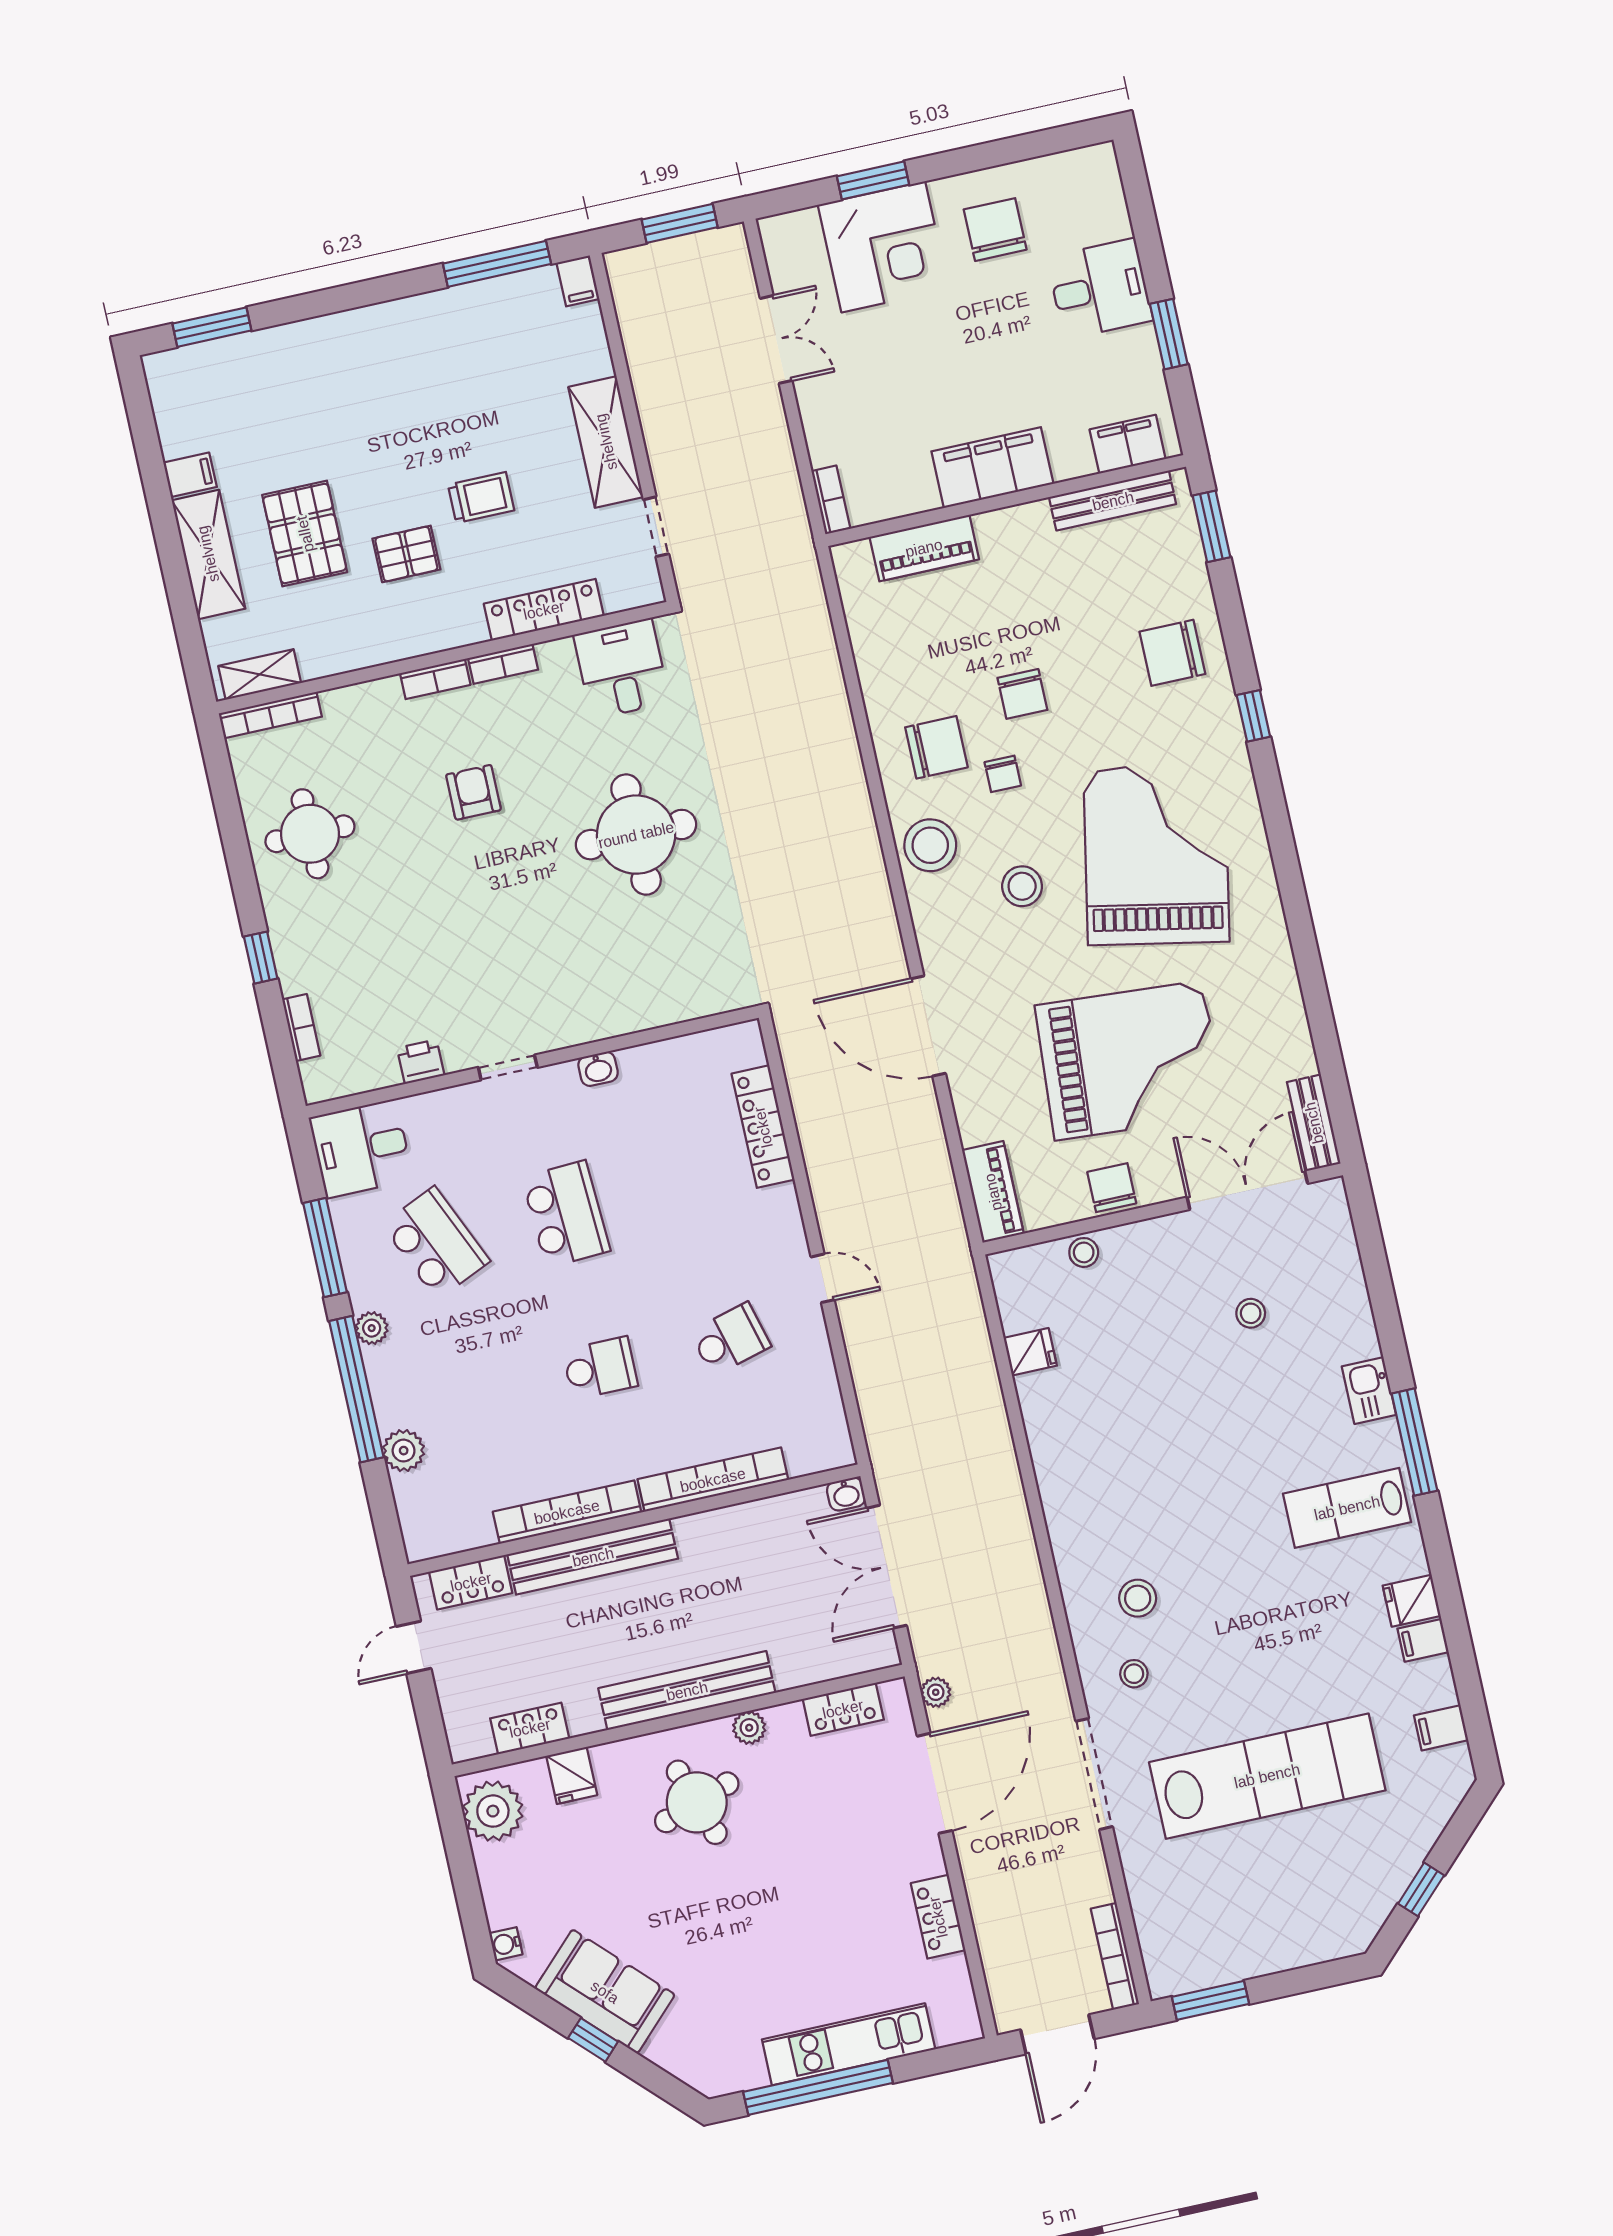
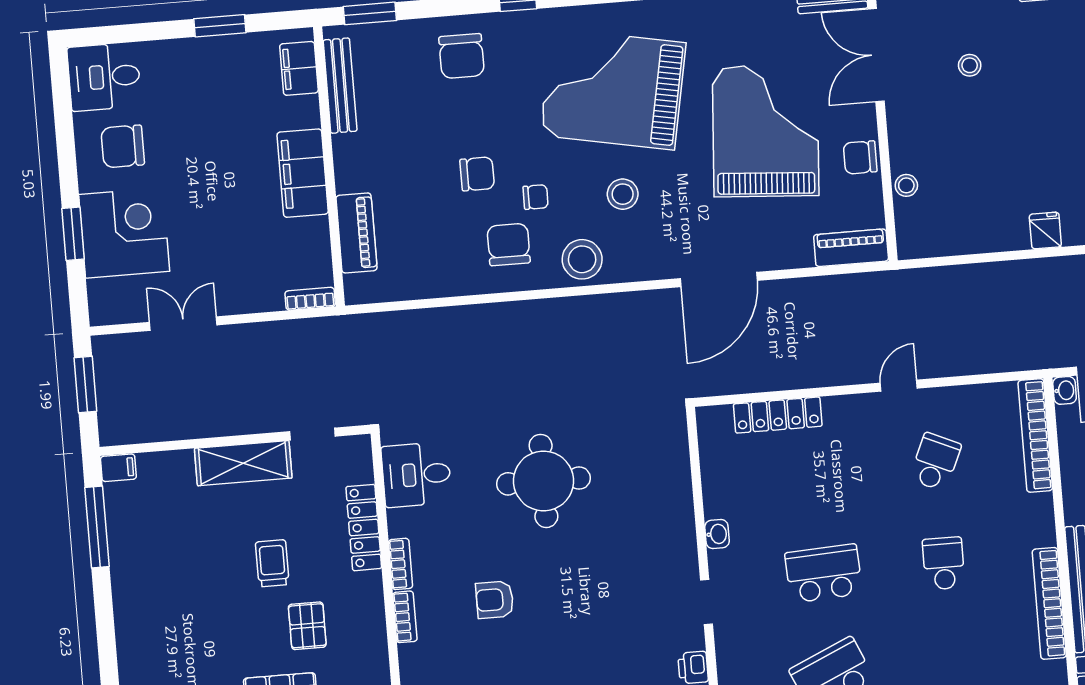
desk: (1100, 289) -> (104, 77), moved, turned -90
school desk: (730, 1339) -> (935, 462), turned 39
fridge: (1030, 1352) -> (1045, 230), moved
bookcase: (713, 1480) -> (1035, 435), moved

